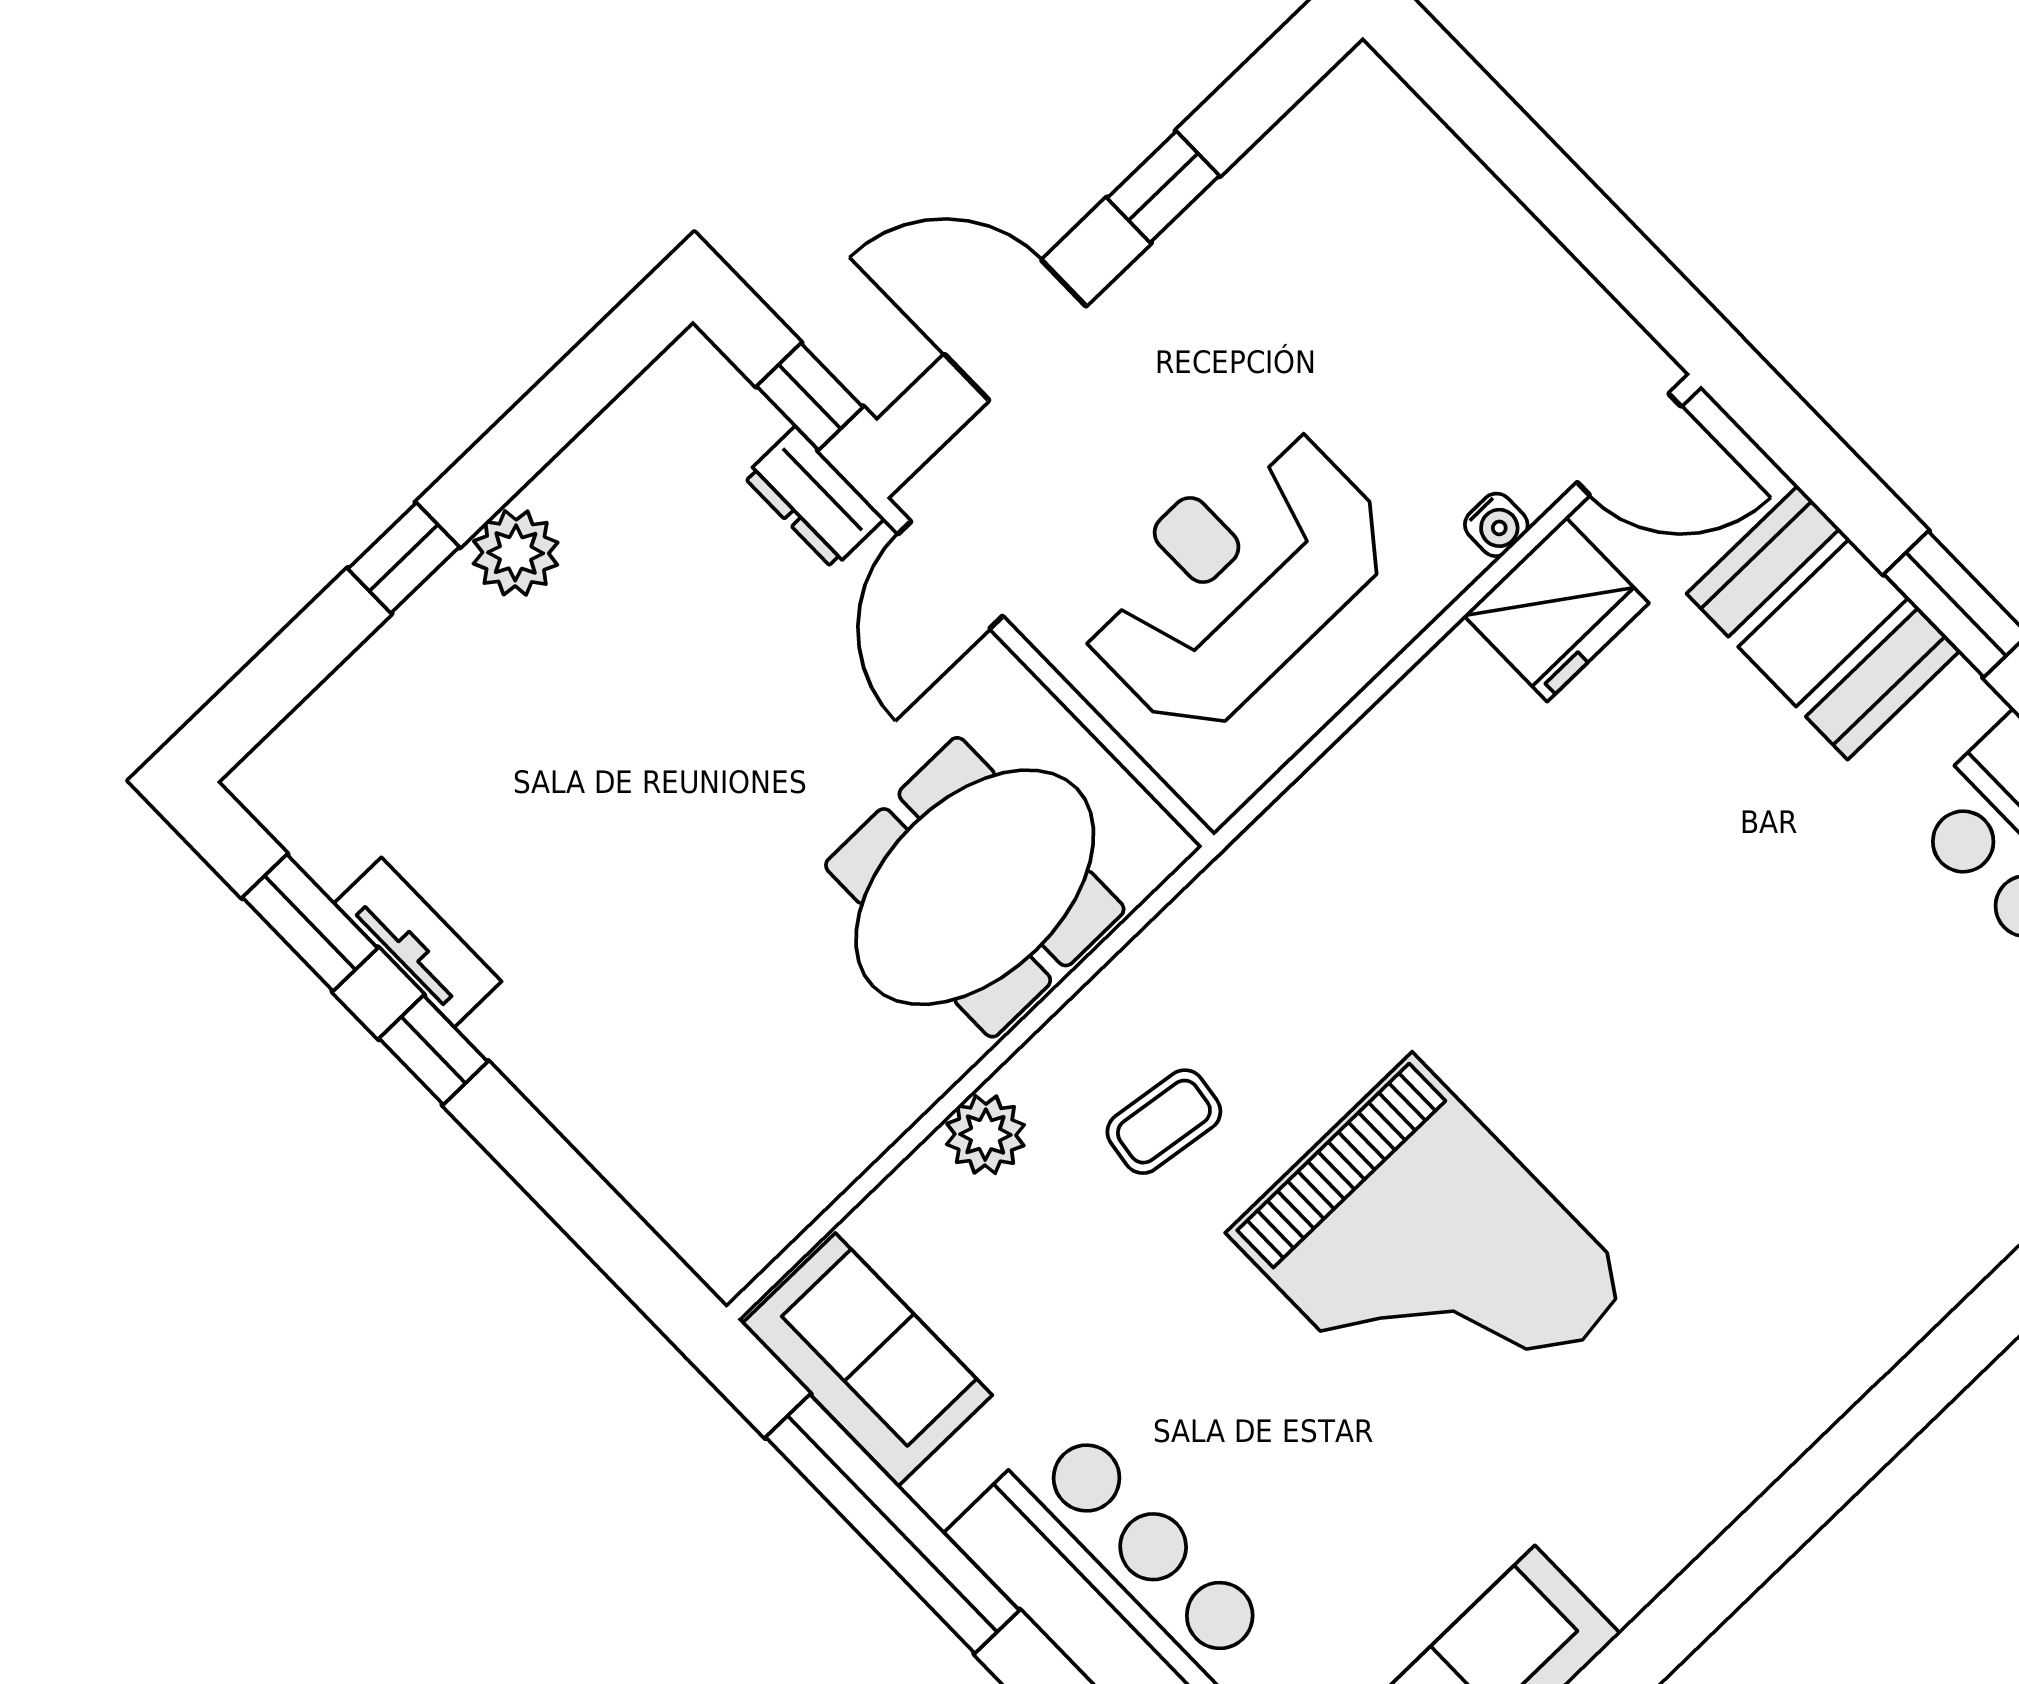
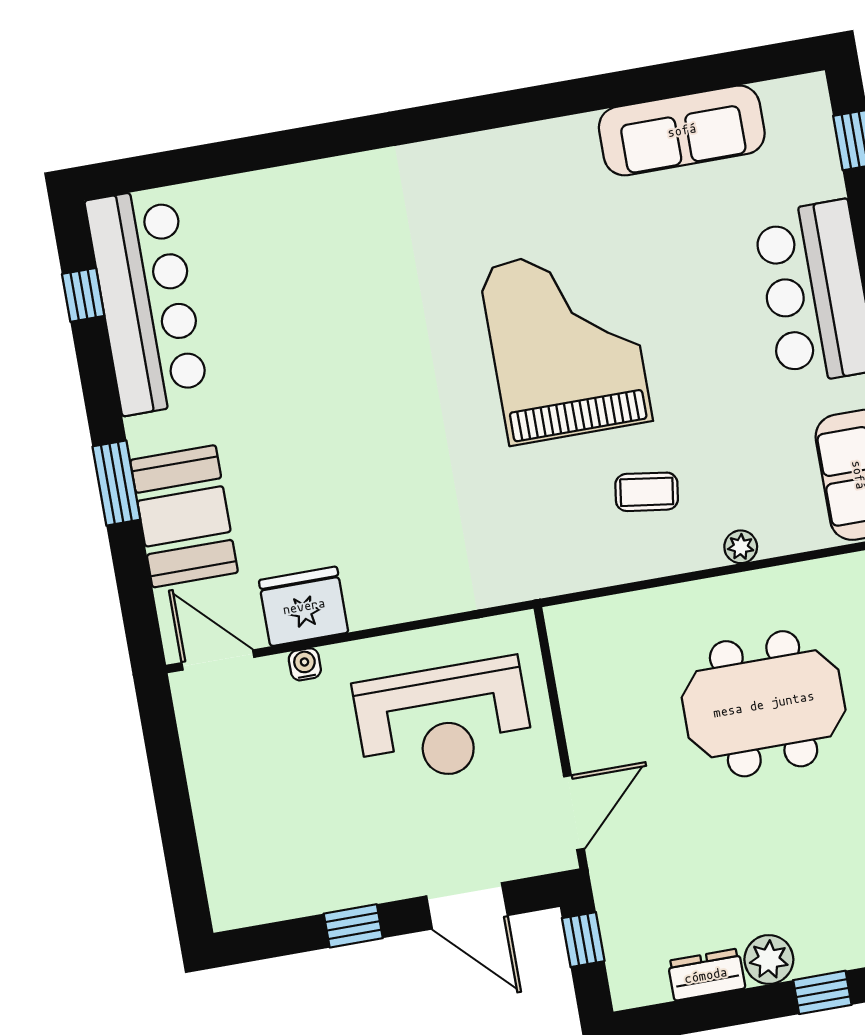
dresser: (814, 497) -> (706, 975), moved, turned -90
meeting table: (975, 887) -> (764, 704), moved
plant: (985, 1135) -> (741, 547), width x0.73, depth x0.73

